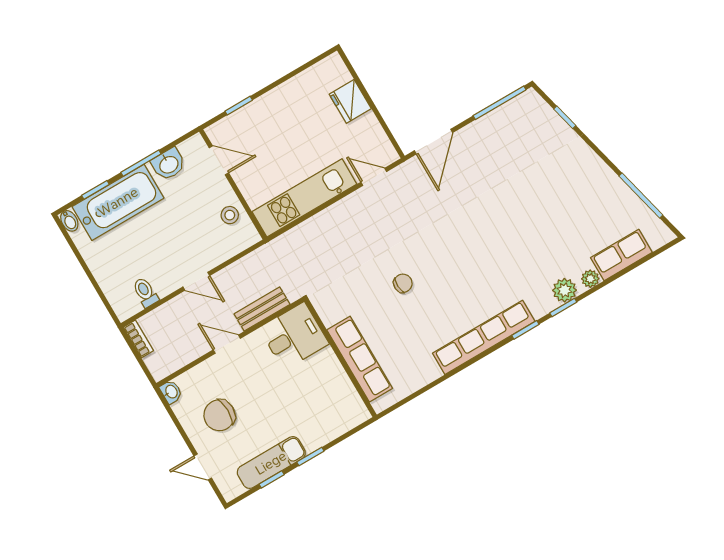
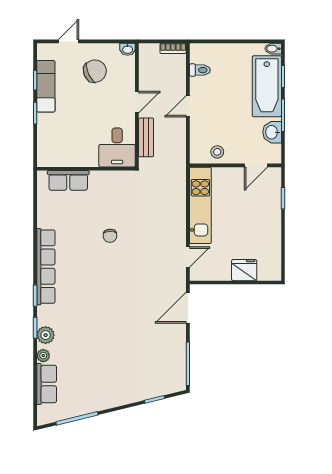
door: (433, 142) -> (188, 308), hinge flipped
row of seats: (360, 359) -> (68, 180), width x0.68
chair: (219, 415) -> (95, 71), turned 66

